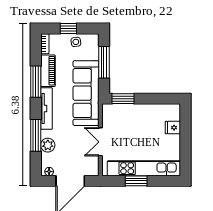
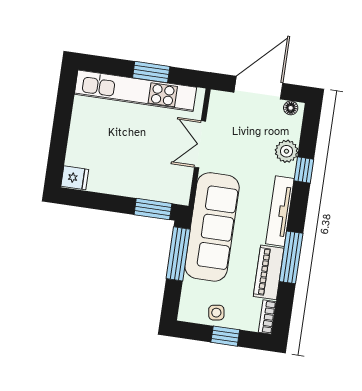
window: (104, 62) -> (178, 254), moved
fridge: (173, 128) -> (75, 178), moved
window: (36, 135) -> (304, 170), width x0.46
double door: (100, 142) -> (200, 144), swing flipped

